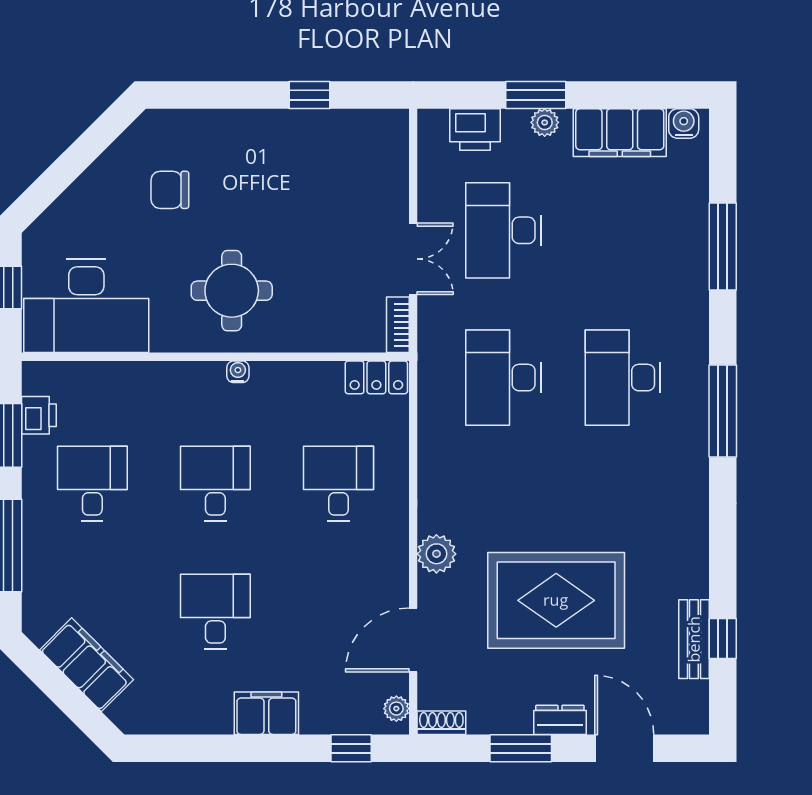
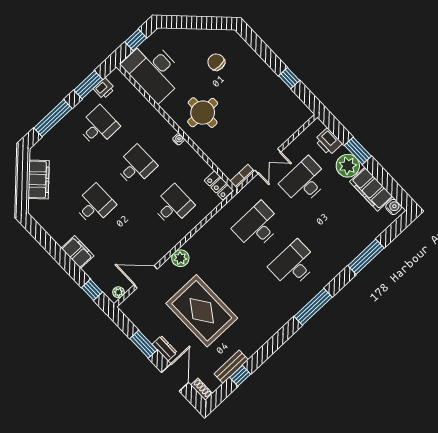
plant: (545, 122) -> (348, 166), width x1.87, depth x1.87
shoe rack: (441, 723) -> (202, 389), moved

